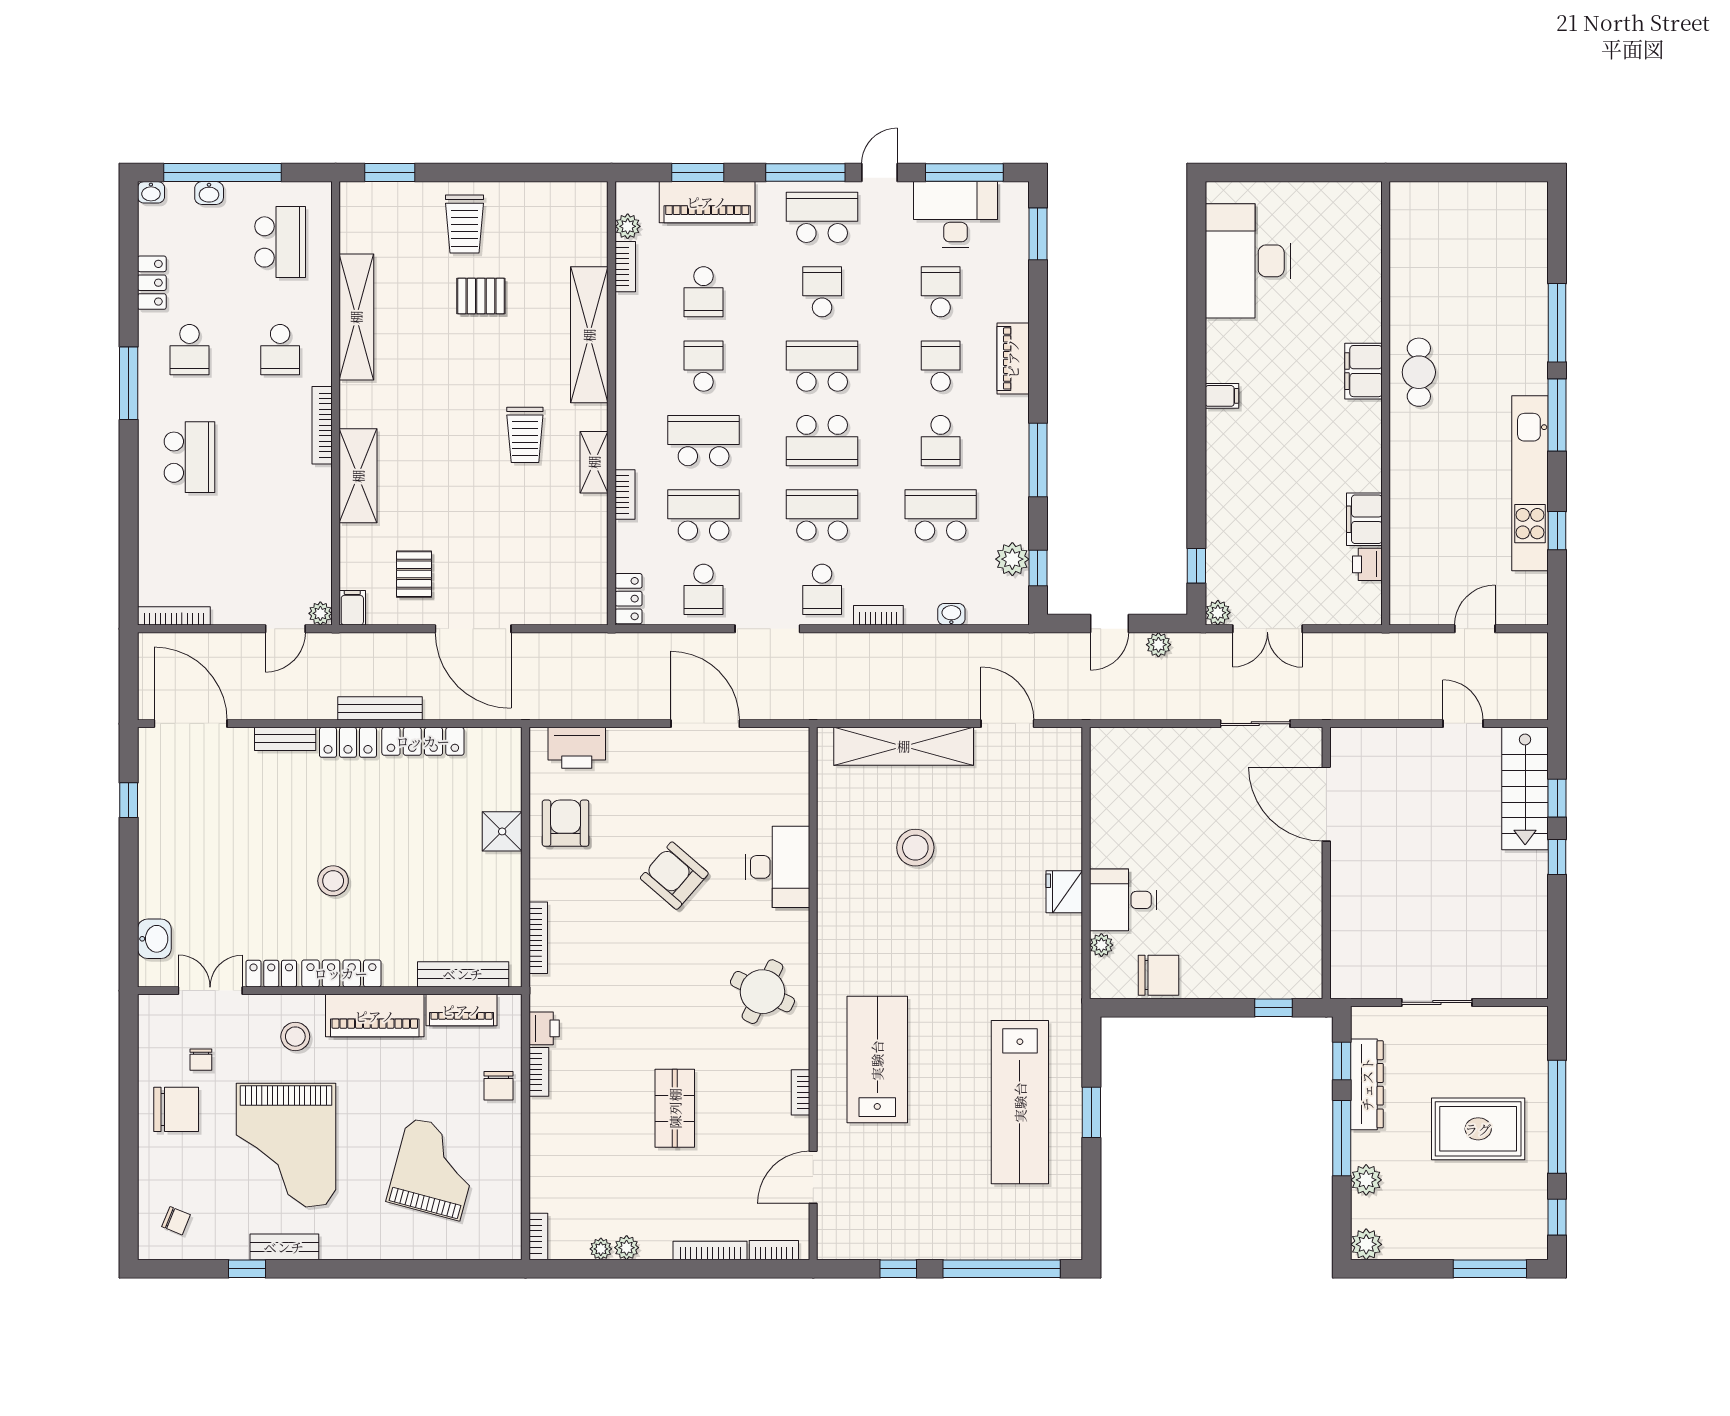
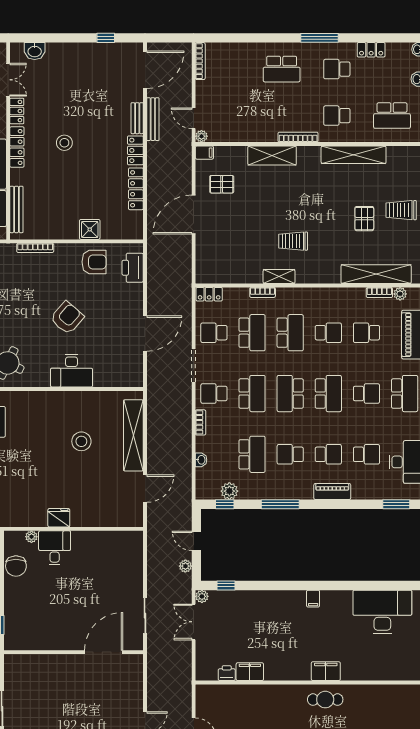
shelving: (589, 335) -> (376, 274), moved
bench: (380, 708) -> (153, 119), moved

